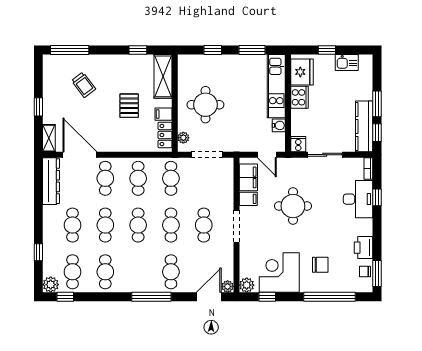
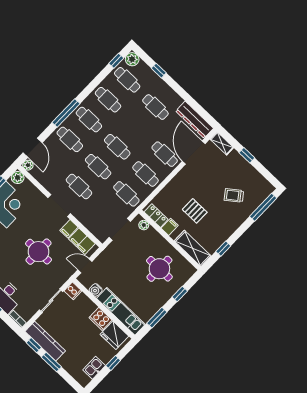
round table: (205, 105) -> (159, 269), moved
door: (80, 155) -> (194, 152), swing flipped
cafe table: (105, 225) -> (89, 120), moved

